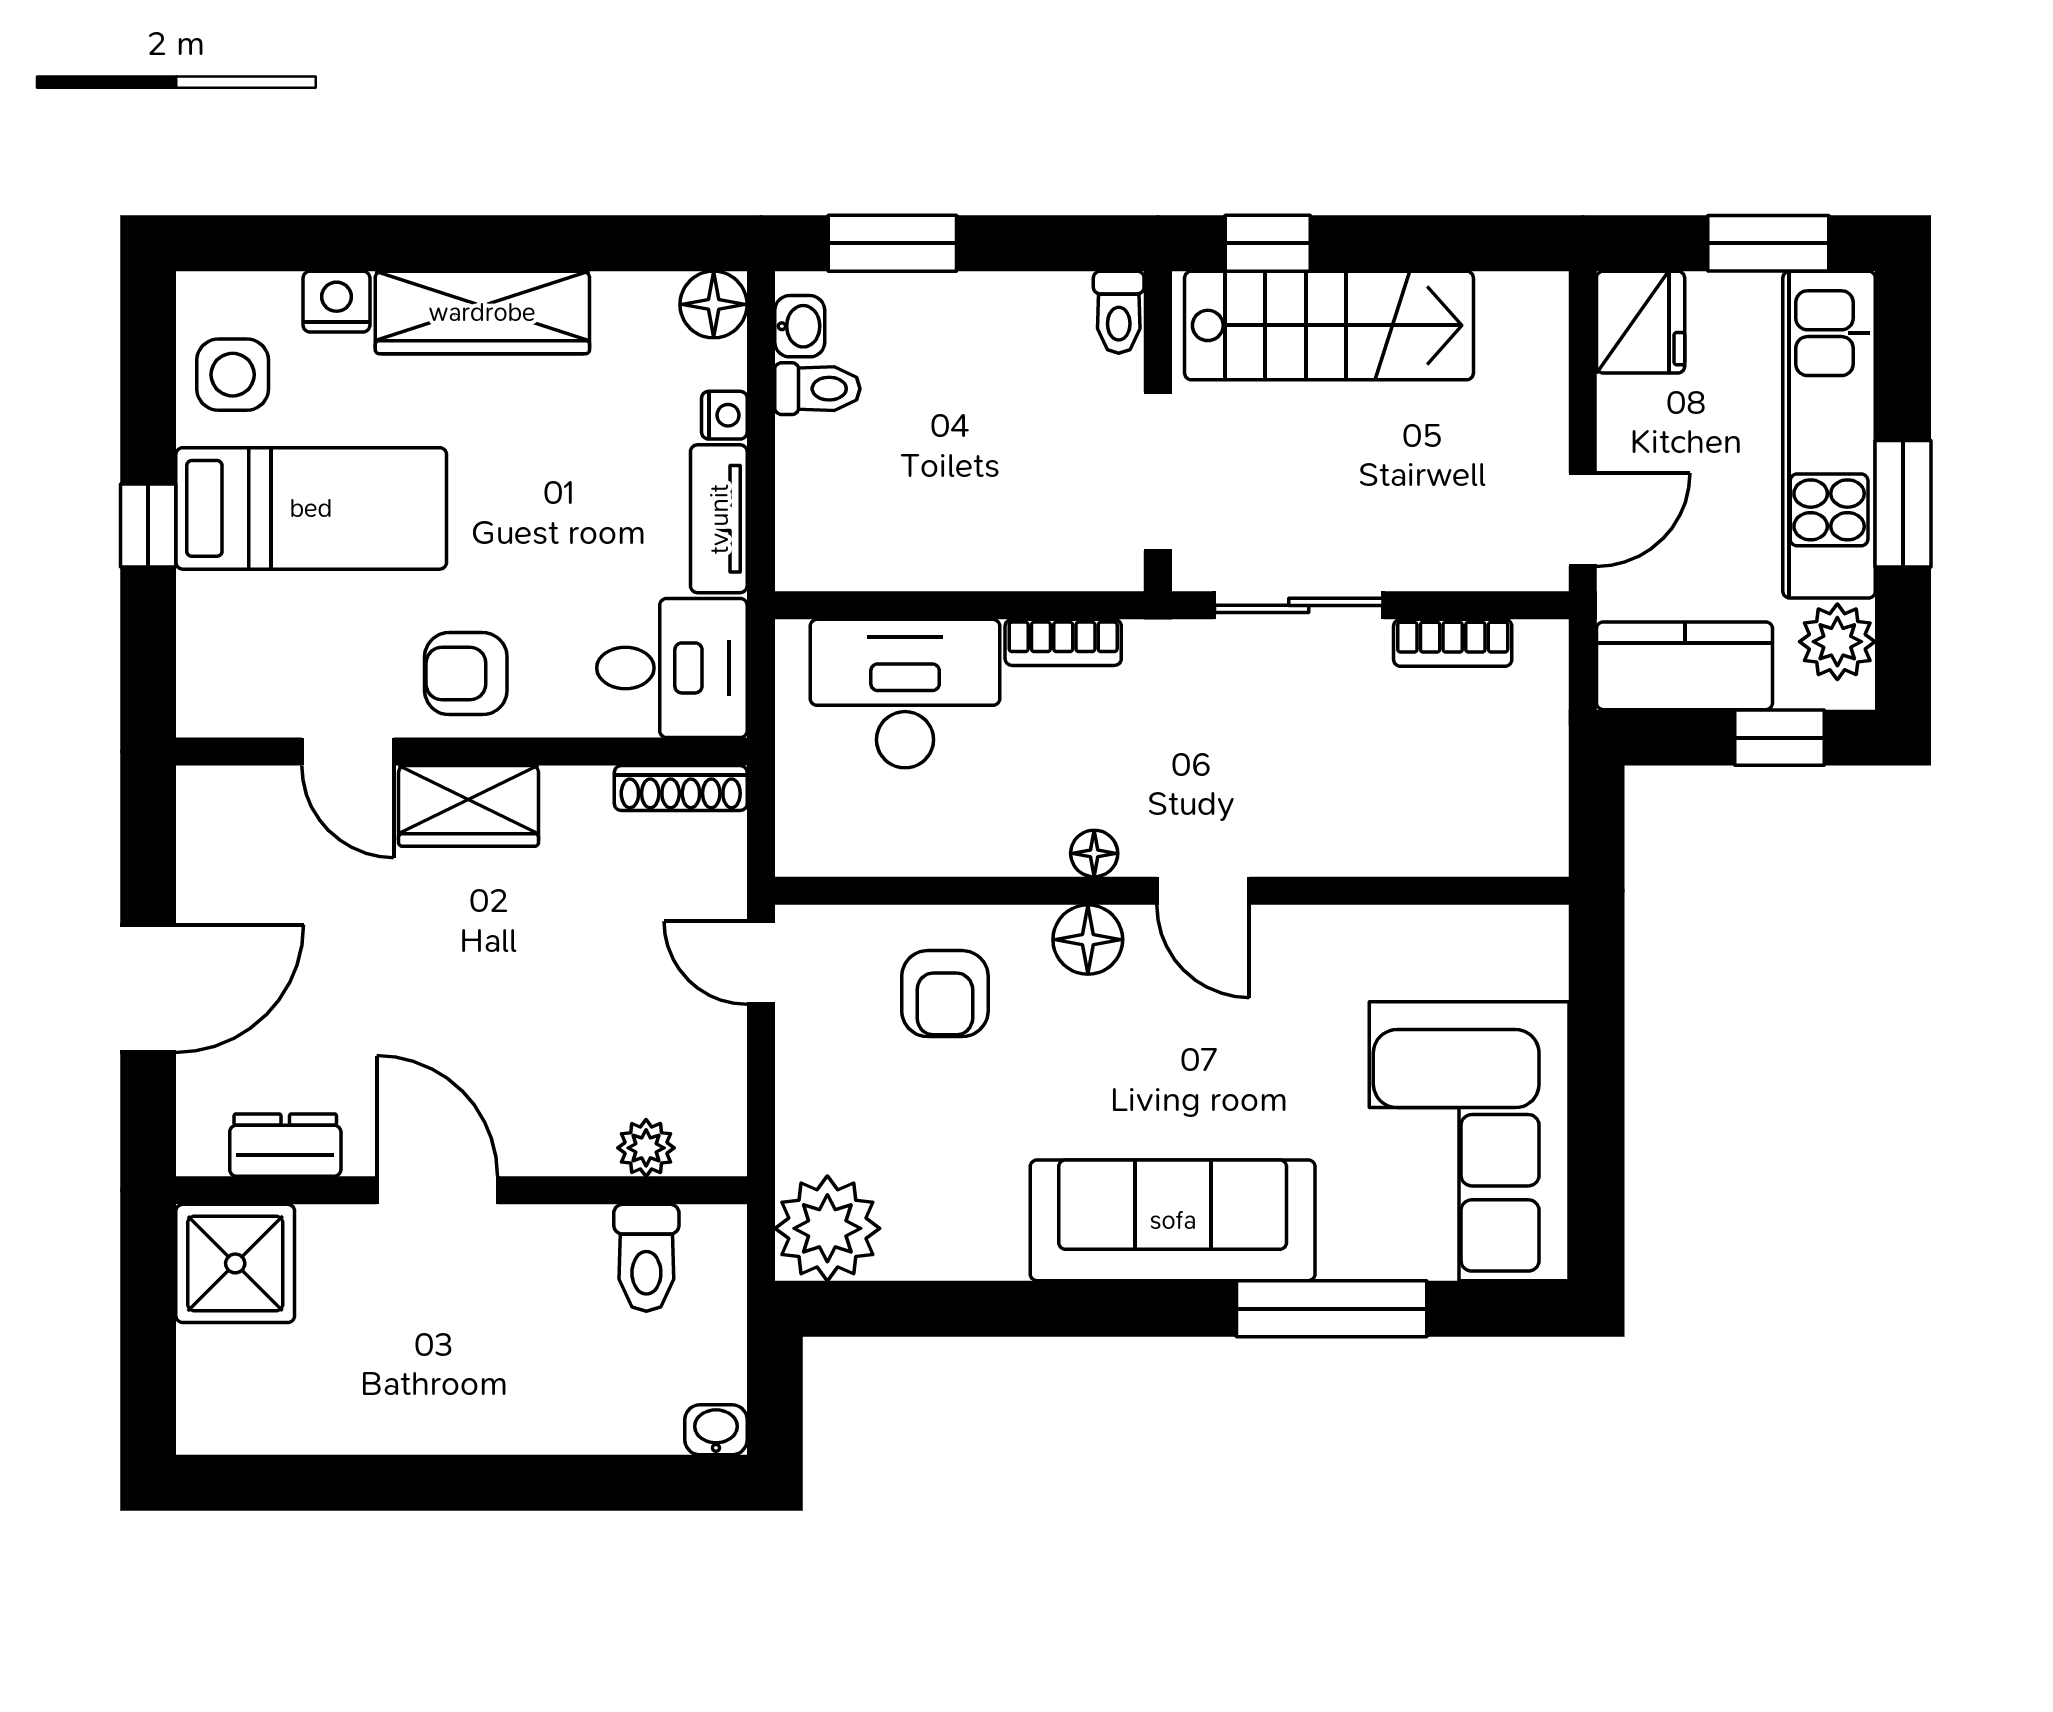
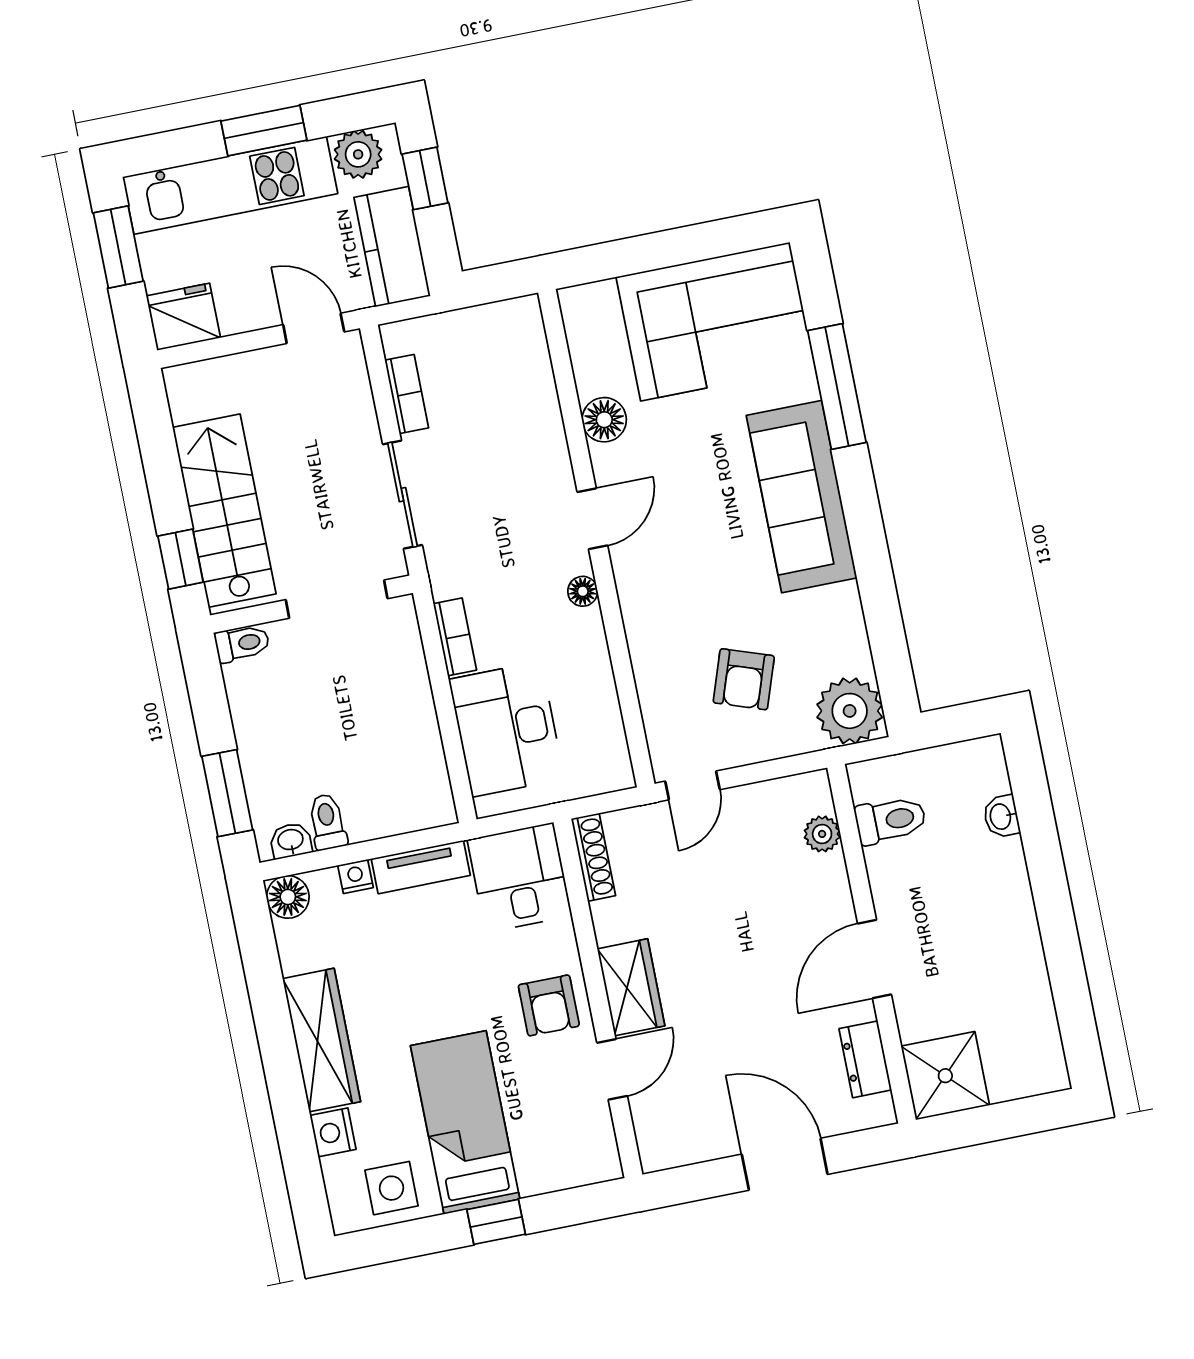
floor lamp: (1088, 940) -> (604, 420), moved
armchair: (945, 994) -> (744, 679), moved, turned 109
washbasin: (716, 1430) -> (1001, 816), moved

